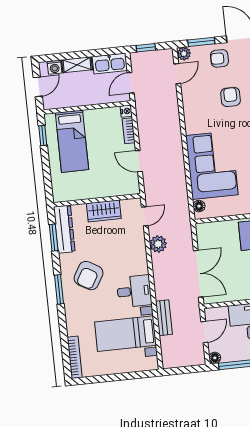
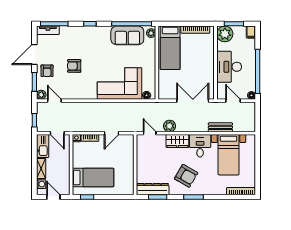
wardrobe: (104, 211) -> (177, 141), moved, turned 90

